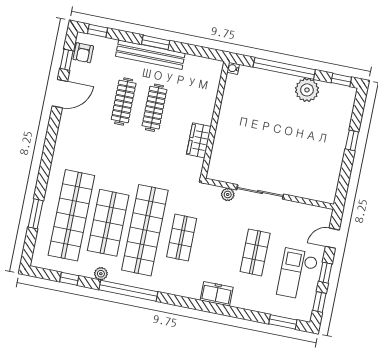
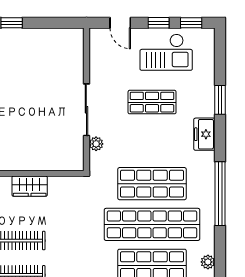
wardrobe: (199, 140) -> (30, 186), moved
shop shelf: (182, 238) -> (152, 184), width x1.43, depth x1.36
window: (128, 291) -> (220, 194), moved
window: (283, 322) -> (220, 100), moved

